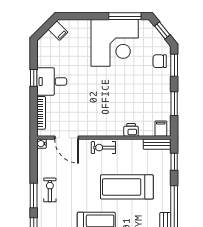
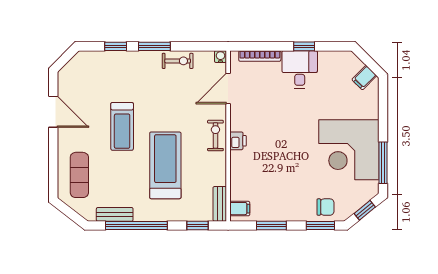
chair: (160, 61) -> (326, 207), turned 90
printer: (131, 130) -> (238, 141), moved
exercise bike: (50, 190) -> (178, 61), moved

